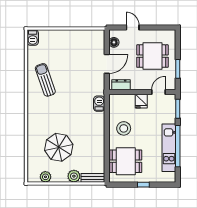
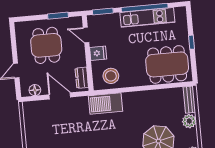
barbecue: (99, 104) -> (106, 104), width x1.88, depth x1.53
stool: (124, 128) -> (111, 76), moved
dining table: (126, 161) -> (167, 64), width x1.38

